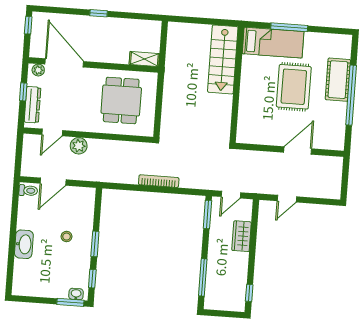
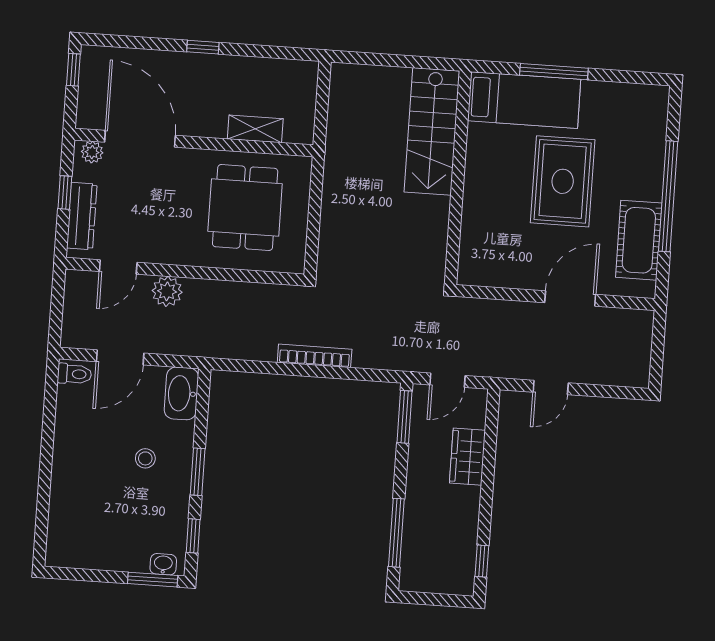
shelving: (144, 59) -> (255, 129), moved
cot: (338, 80) -> (639, 240), moved
washbasin: (24, 244) -> (181, 393), moved, turned 180

